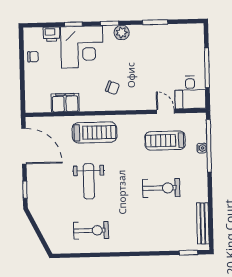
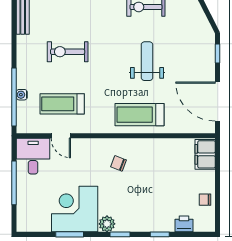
corner desk: (82, 47) -> (75, 209), moved
filing cabinet: (65, 103) -> (205, 154), moved, turned 90
treadmill: (165, 141) -> (62, 104), turned 180

